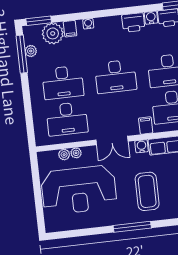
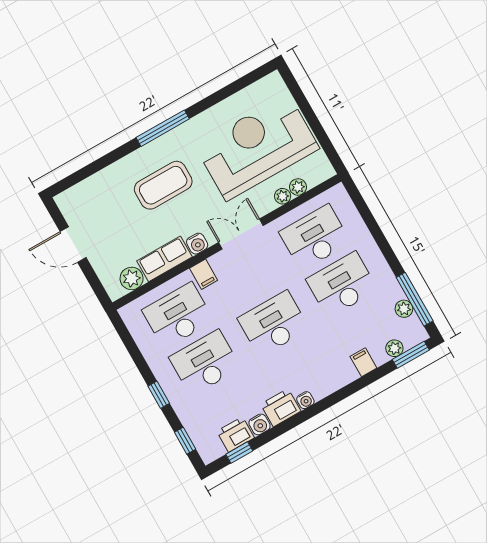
water cooler: (88, 24) -> (305, 400), moved
plant: (53, 33) -> (394, 348), width x0.53, depth x0.53
coffee table: (147, 191) -> (163, 185), turned 90

